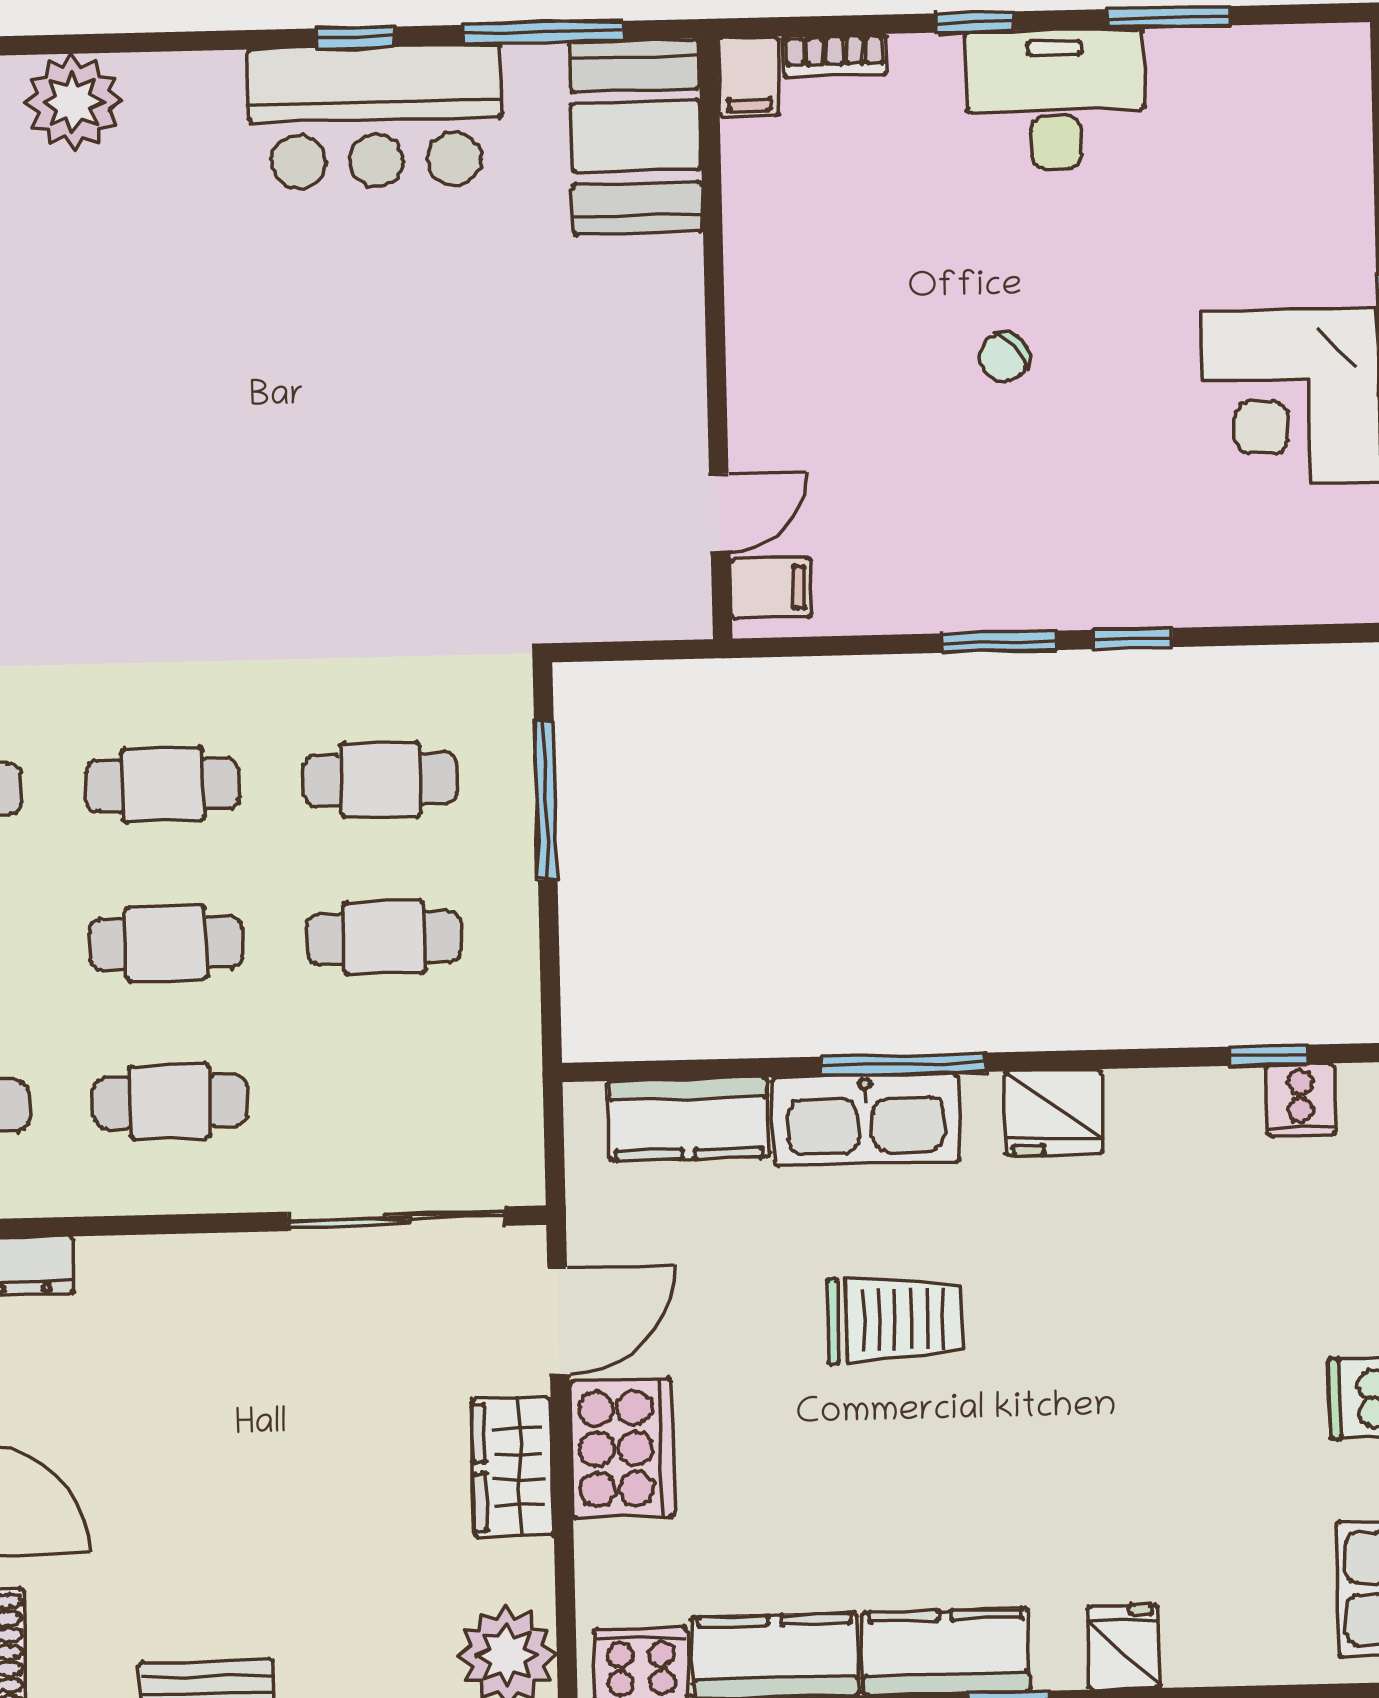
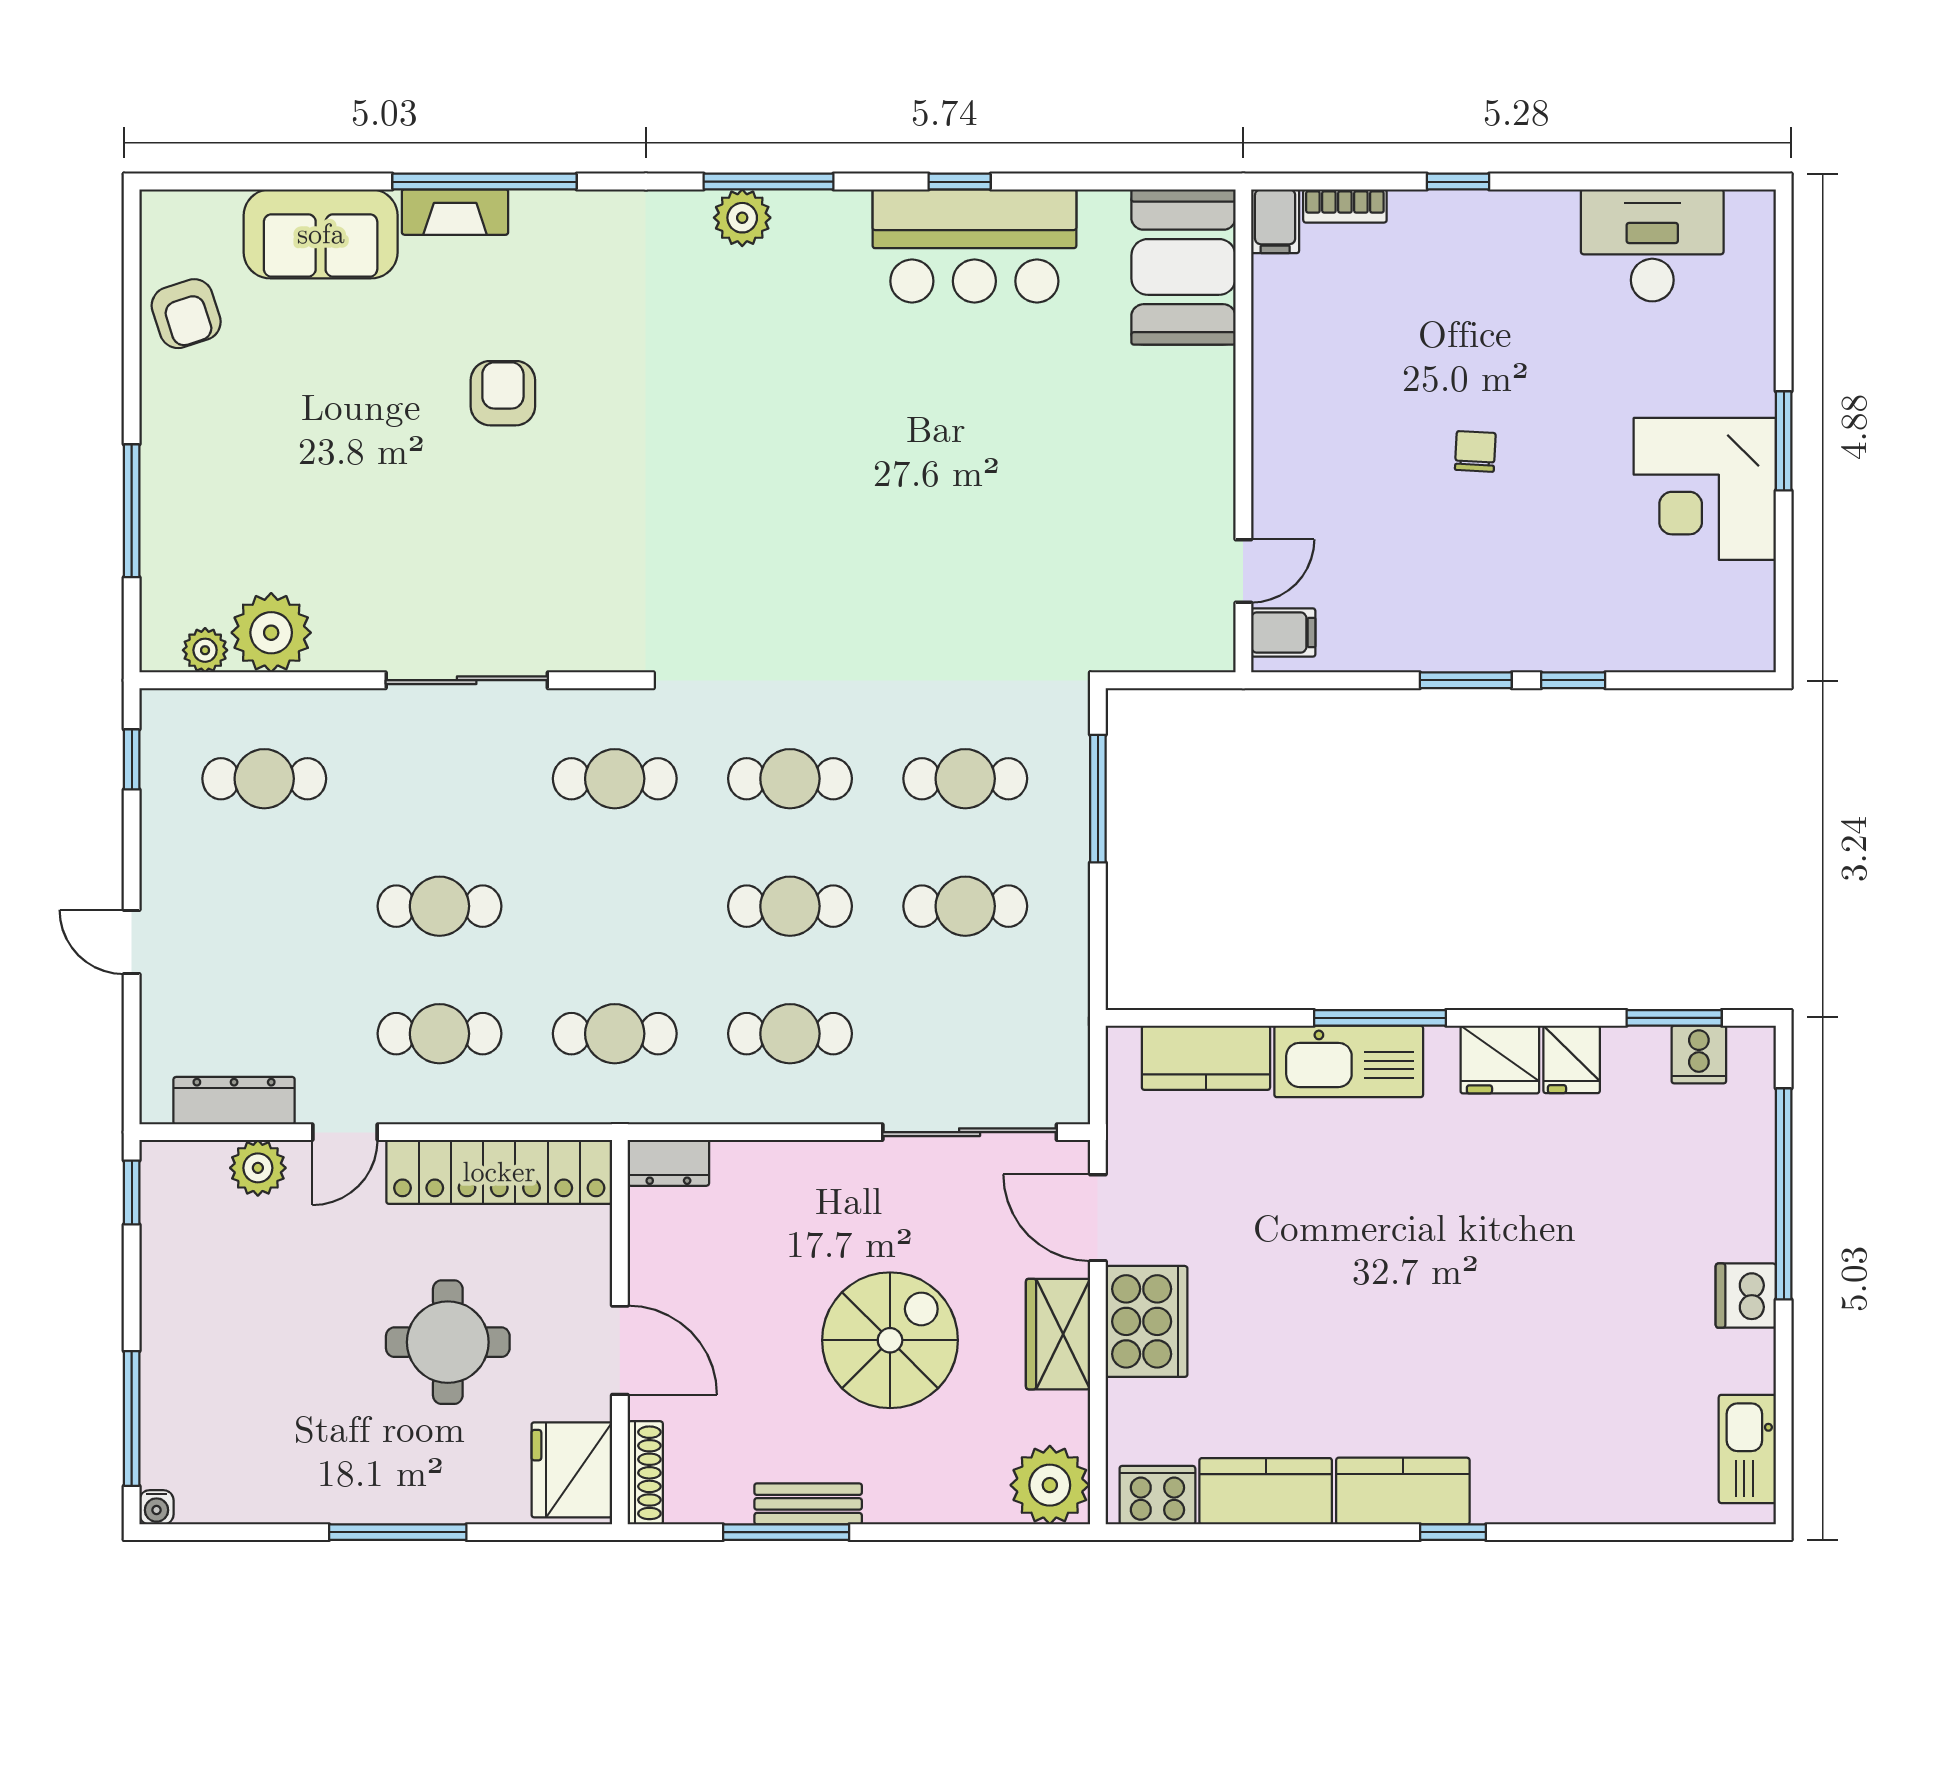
window: (1169, 17) -> (1614, 182), removed
window: (543, 33) -> (769, 182), moved
desk: (1055, 99) -> (1652, 245), moved
plant: (73, 102) -> (742, 218), width x0.73, depth x0.73
chair: (1004, 357) -> (1475, 451), turned 135
window: (1269, 1055) -> (1674, 1018), width x1.50
trolley: (894, 1320) -> (1368, 1223), removed
door: (558, 1321) -> (1098, 1218), swing flipped
spiral stairs: (304, 1480) -> (890, 1340), added
fridge: (1123, 1647) -> (1572, 1059), moved, turned 180

